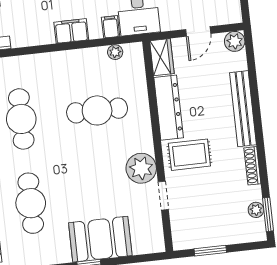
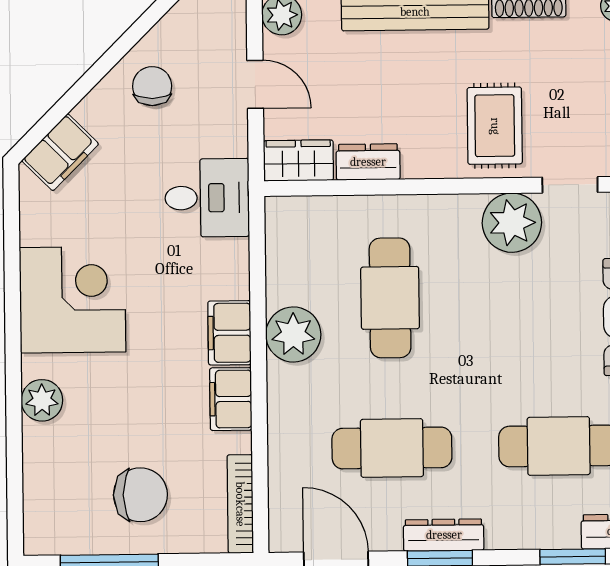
filing cabinet: (111, 27) -> (231, 399), moved, width x2.00
plant: (115, 52) -> (293, 334), moved, width x1.88, depth x1.88
dresser: (169, 108) -> (368, 162), width x0.51, depth x0.80

